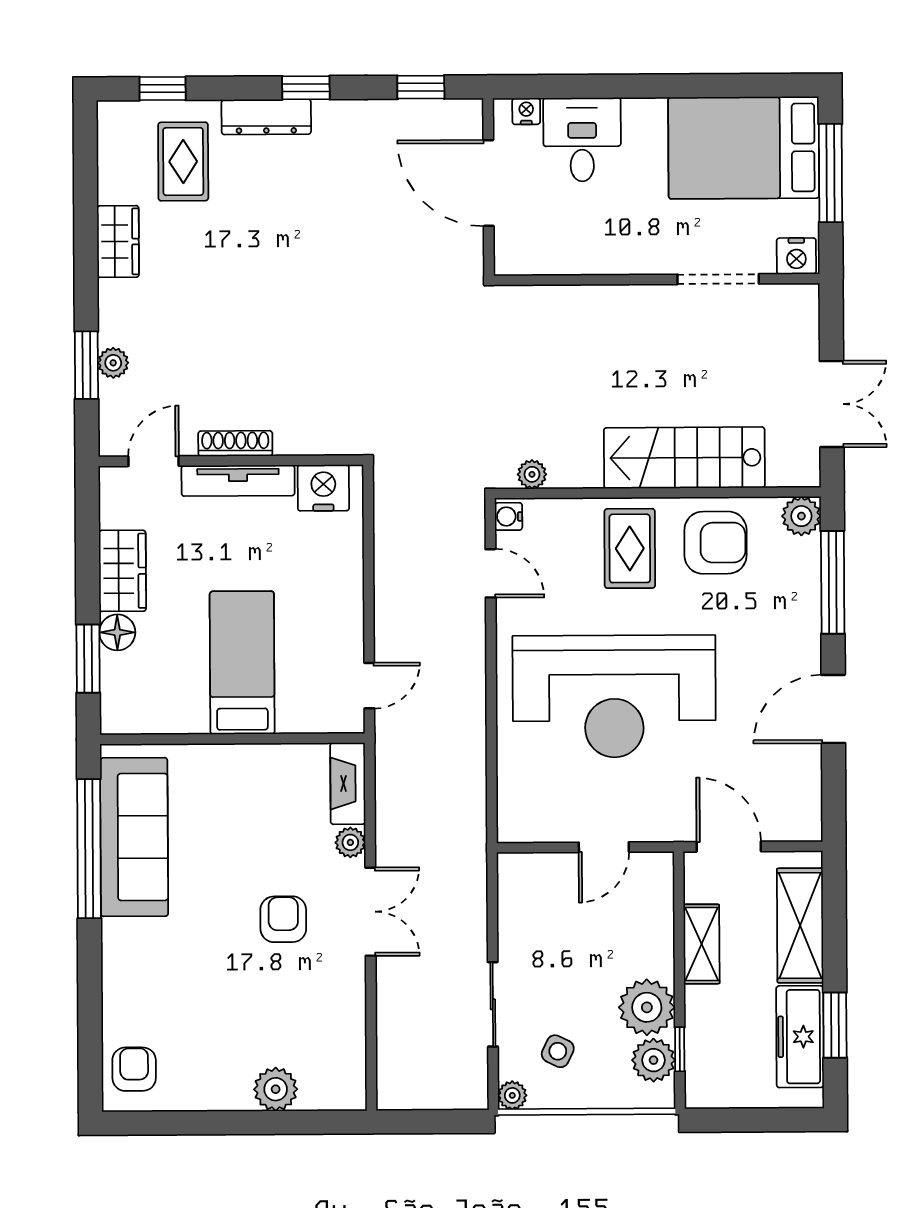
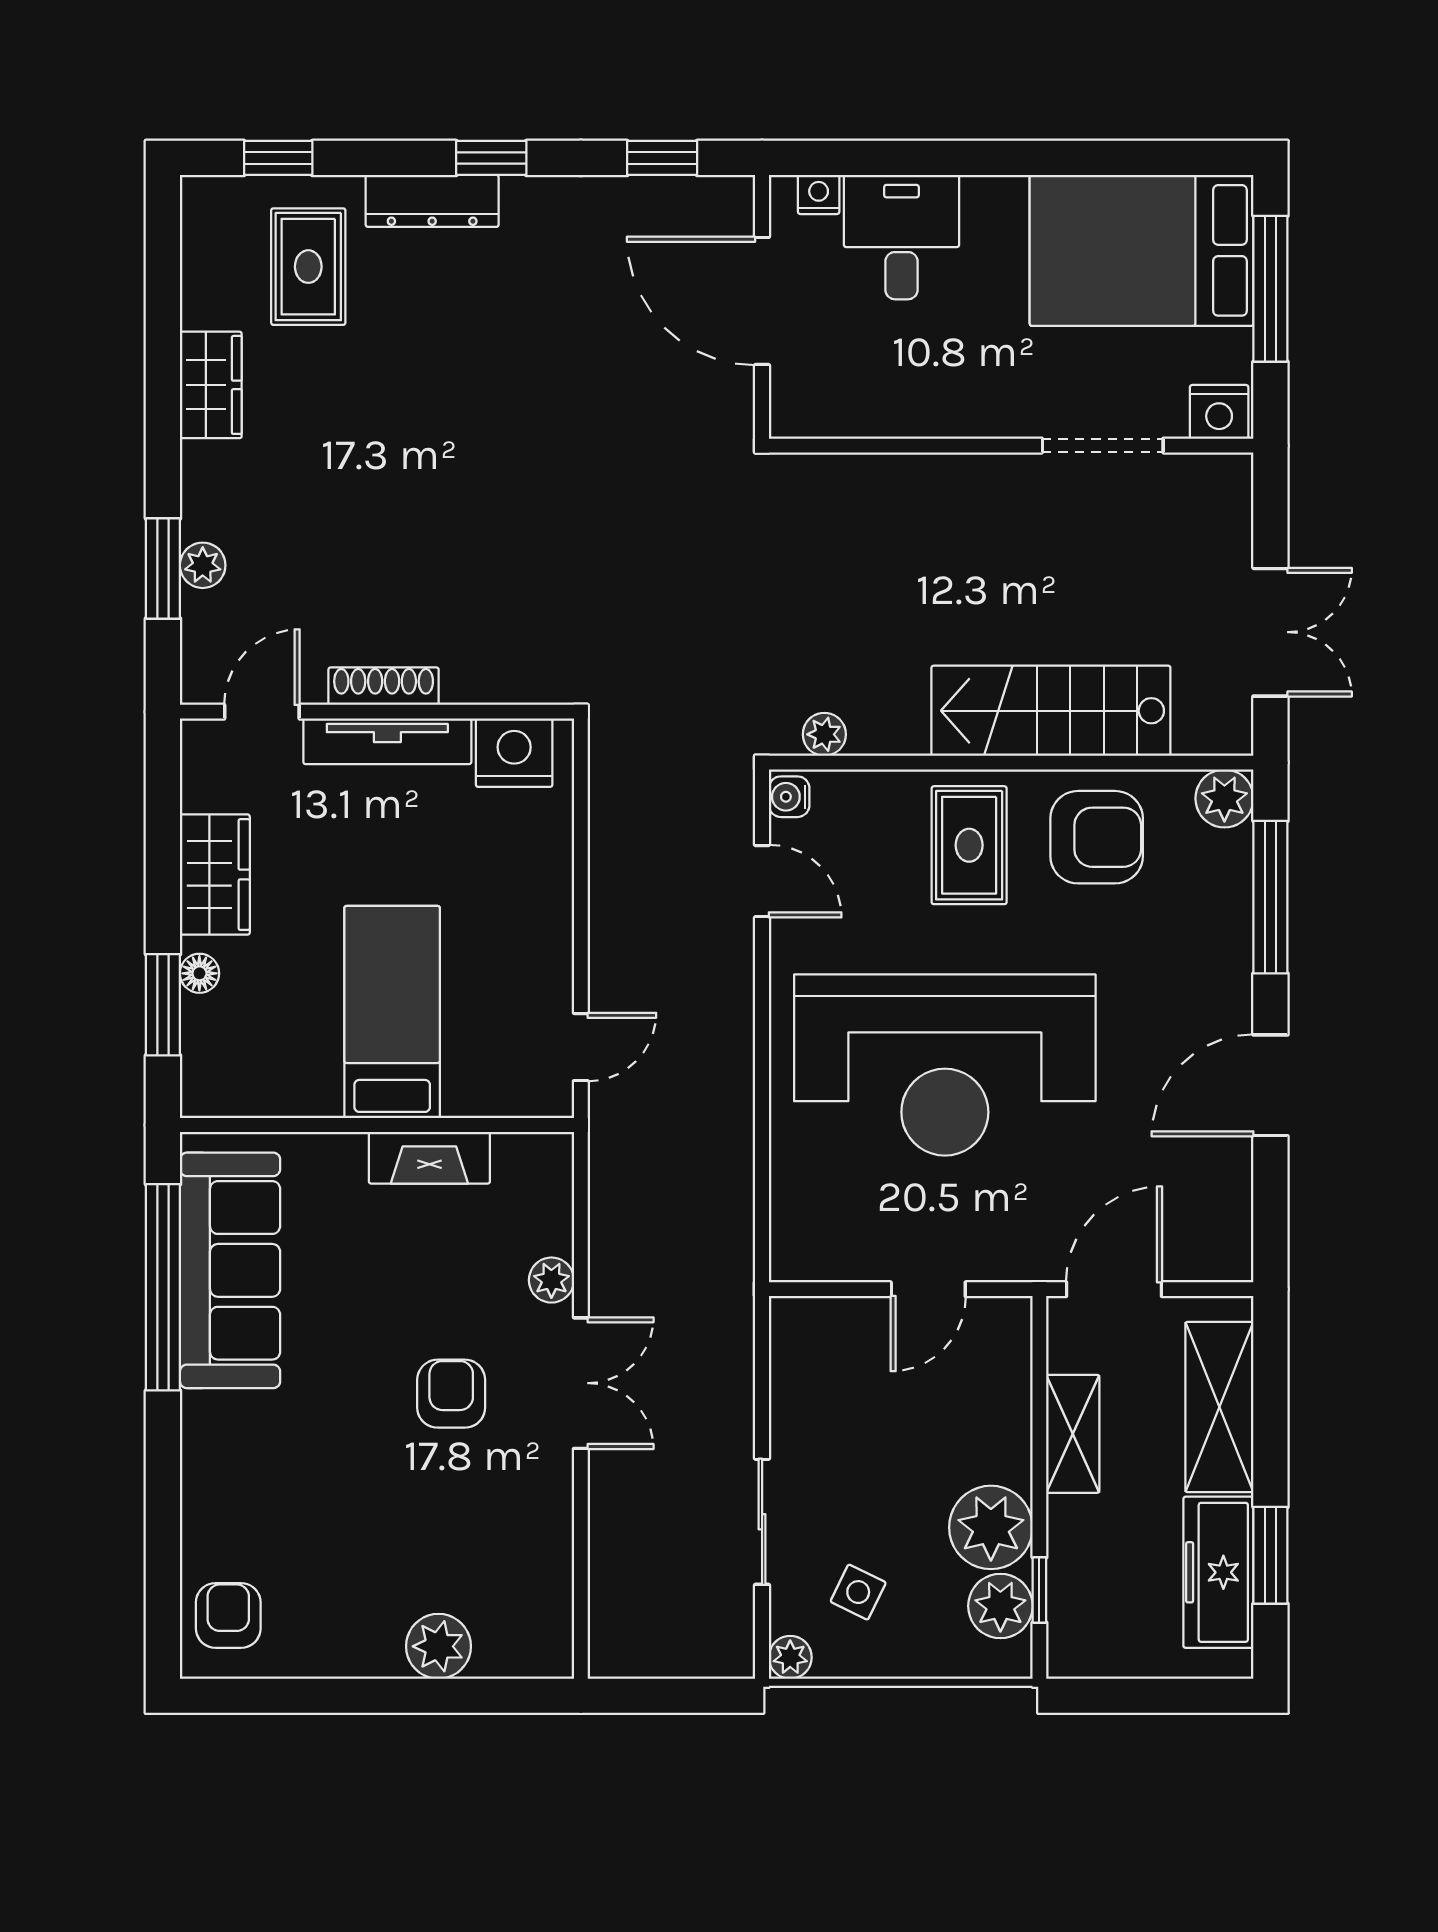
floor lamp: (117, 632) -> (199, 973), width x0.73, depth x0.73
fireplace: (348, 783) -> (429, 1158), moved, turned -90
door: (729, 847) -> (1114, 1289), hinge flipped

